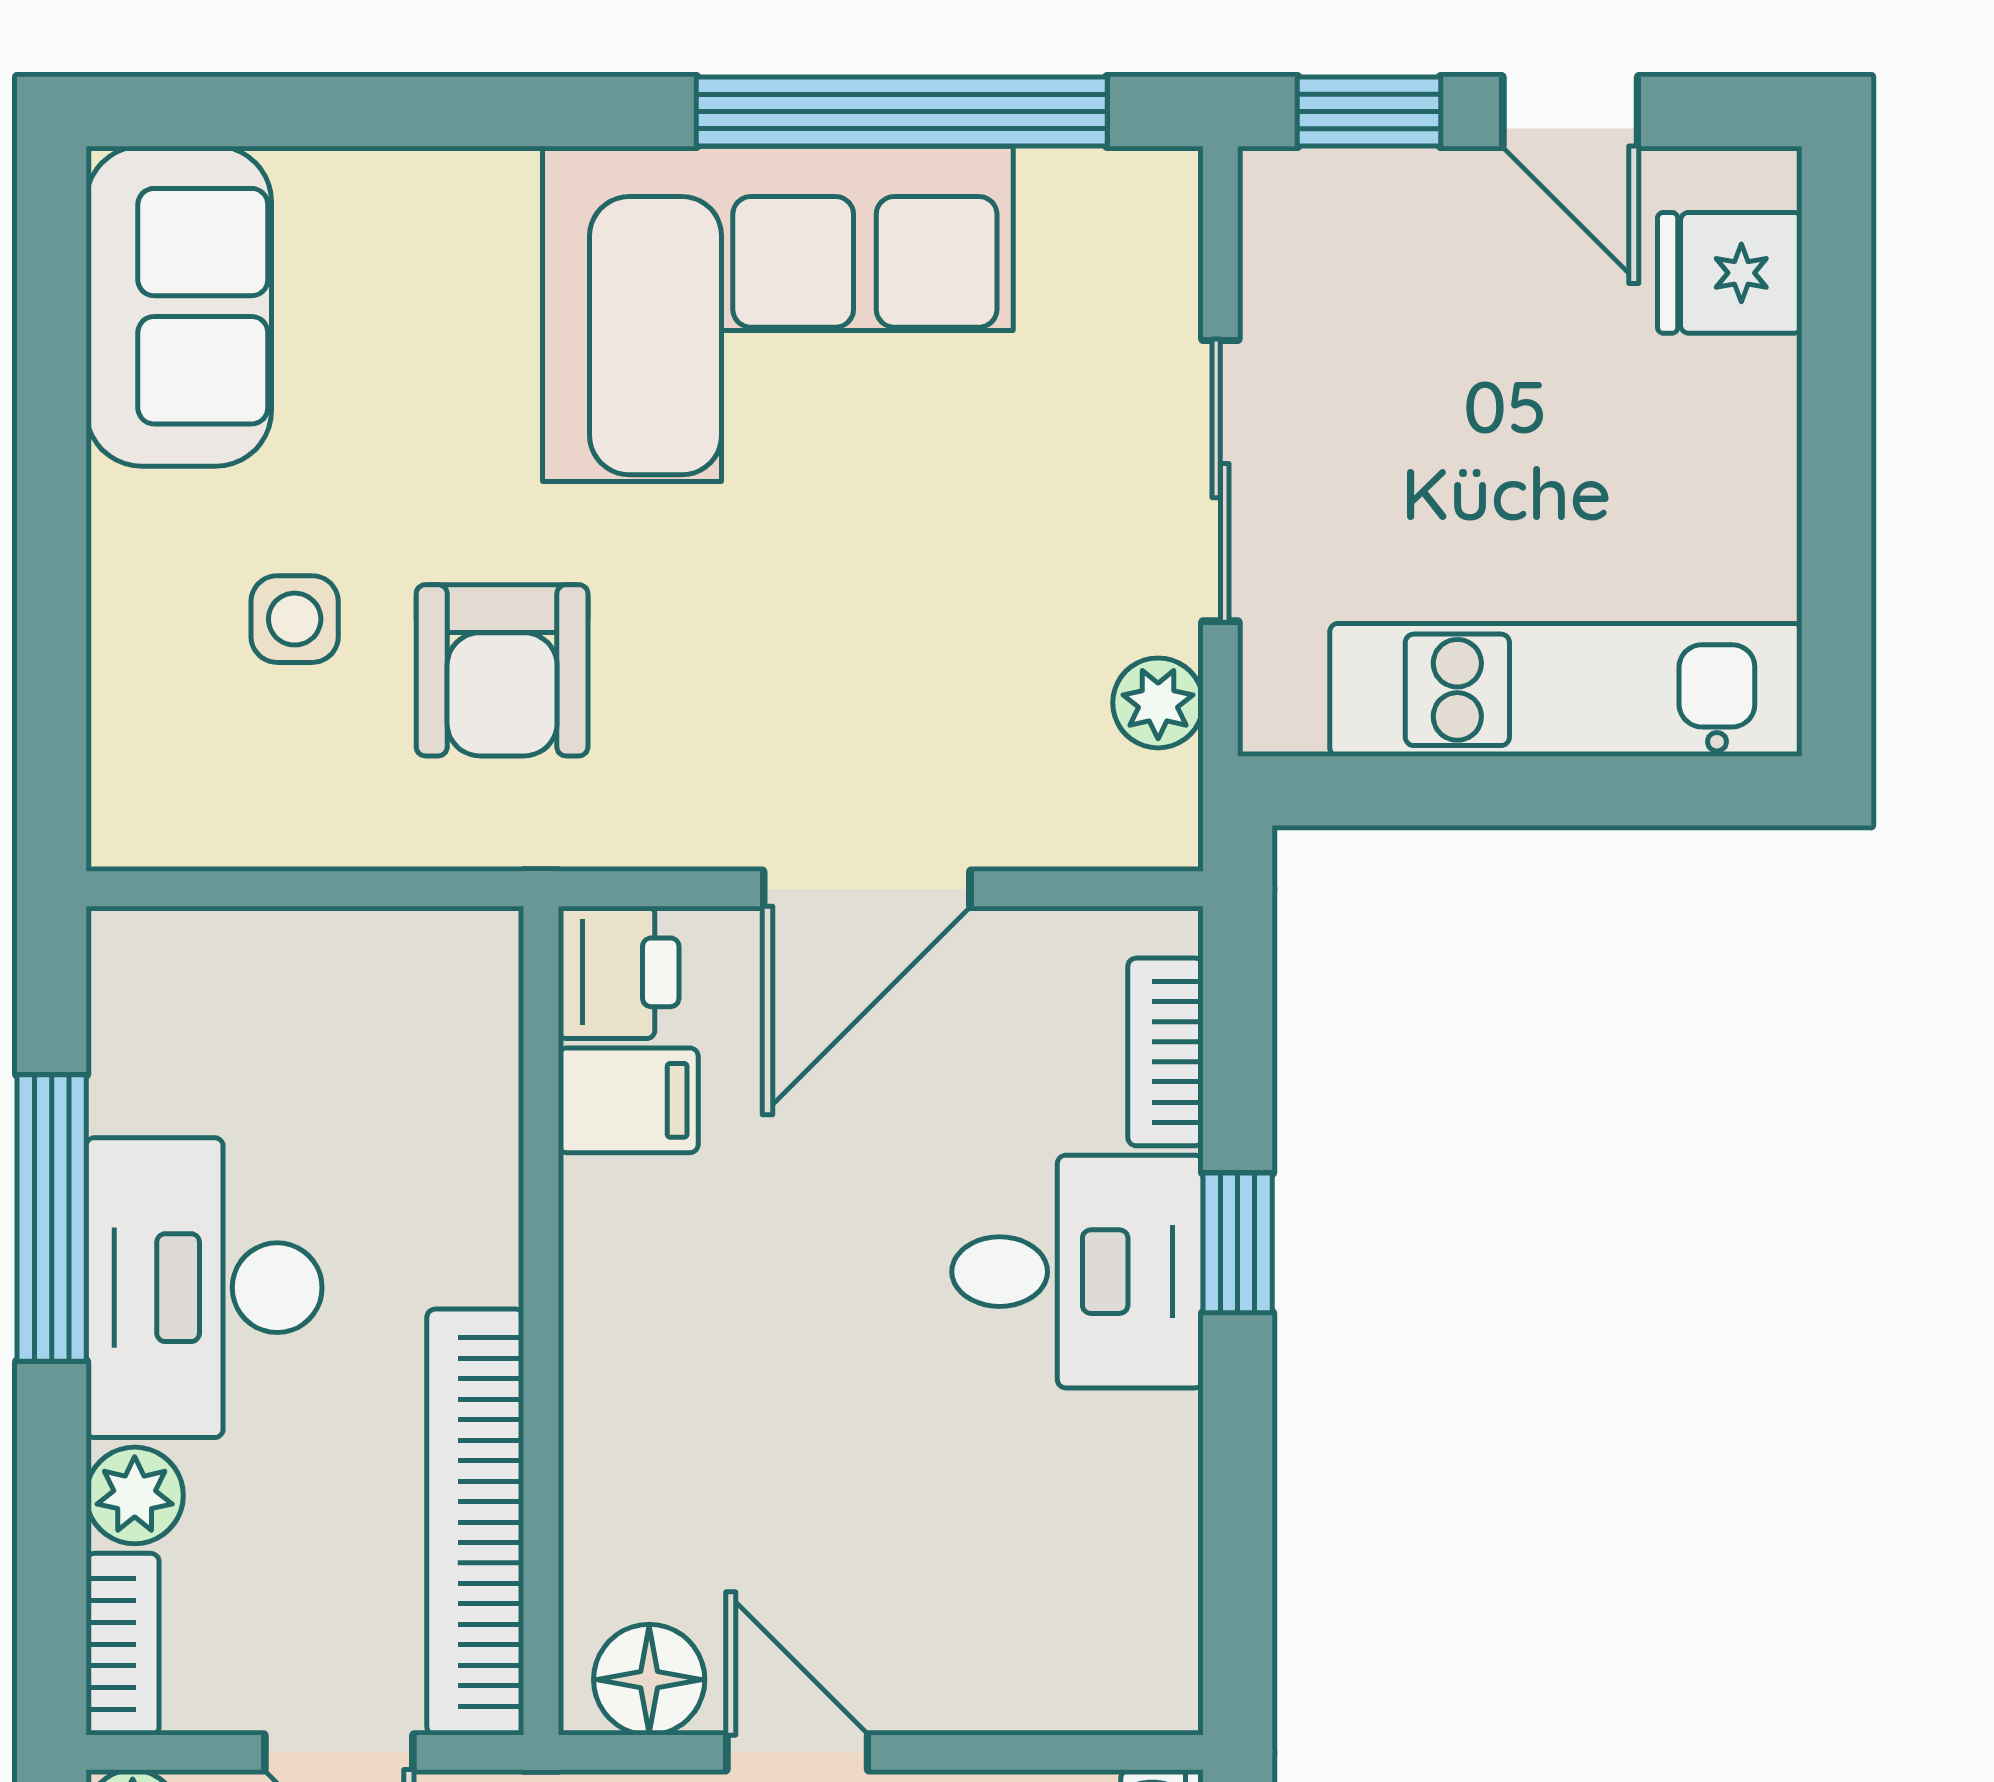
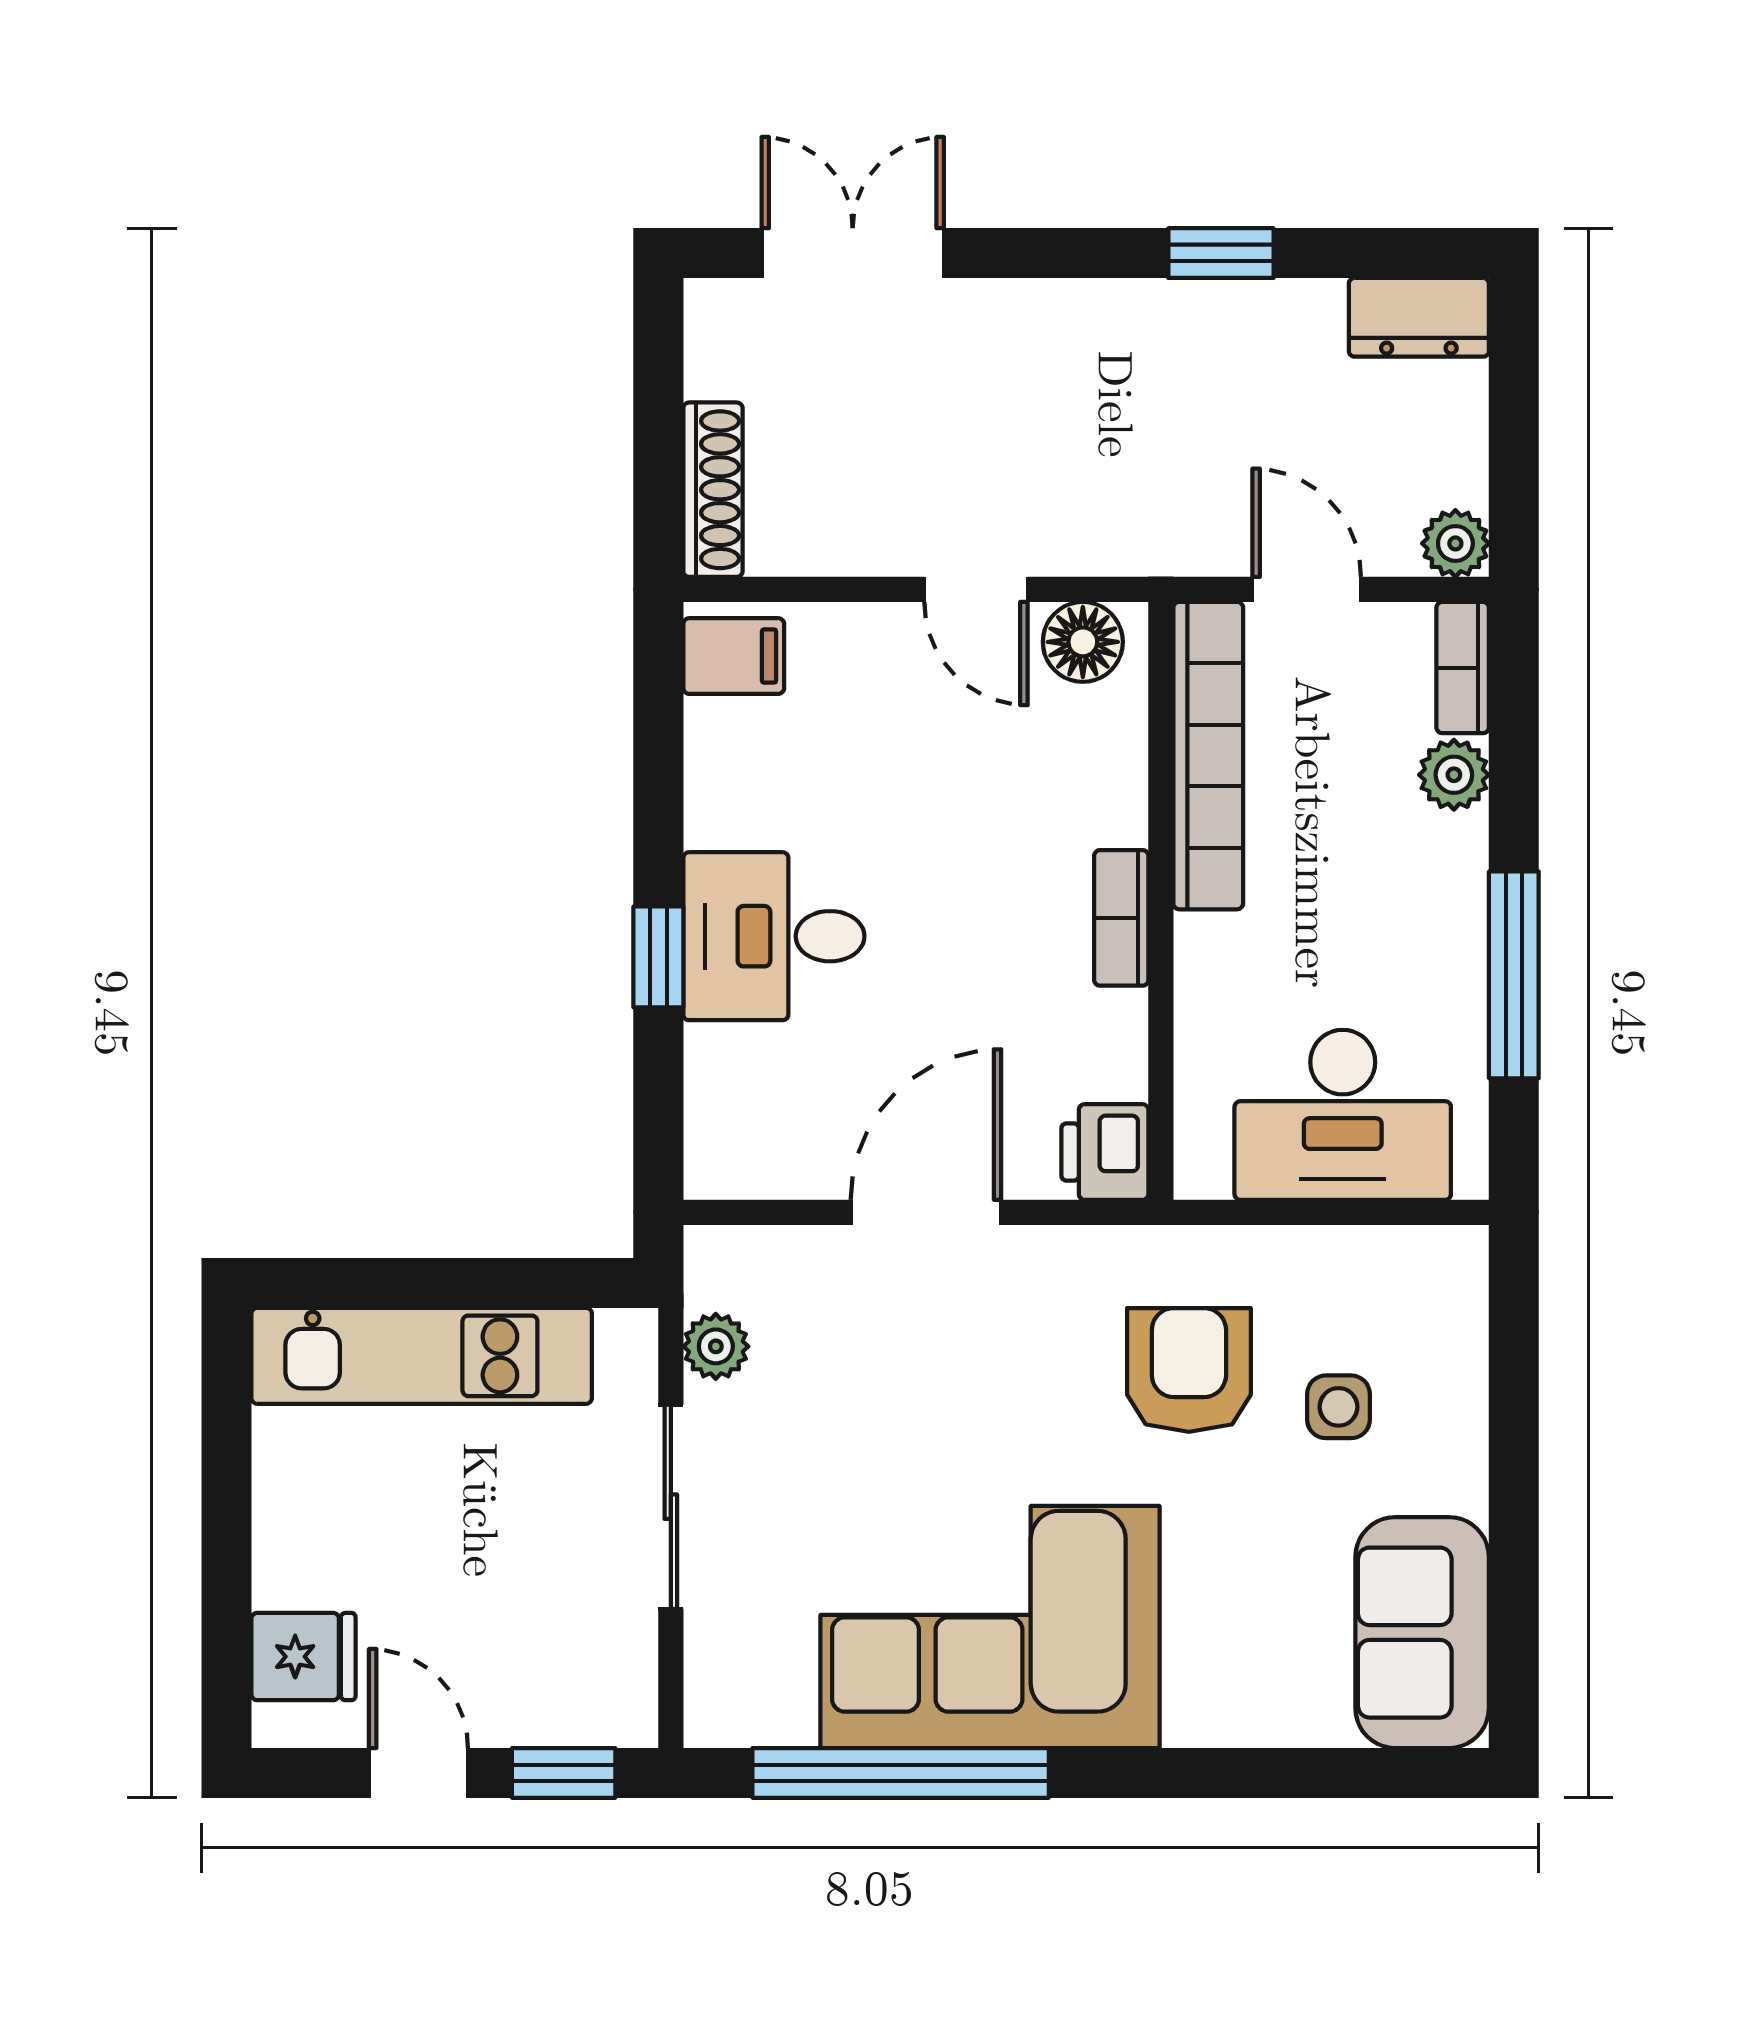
bookcase: (1166, 1052) -> (1121, 918), moved, turned 180
filing cabinet: (628, 1100) -> (734, 656), moved, turned 180
desk: (204, 1288) -> (1343, 1115), moved, turned 90

